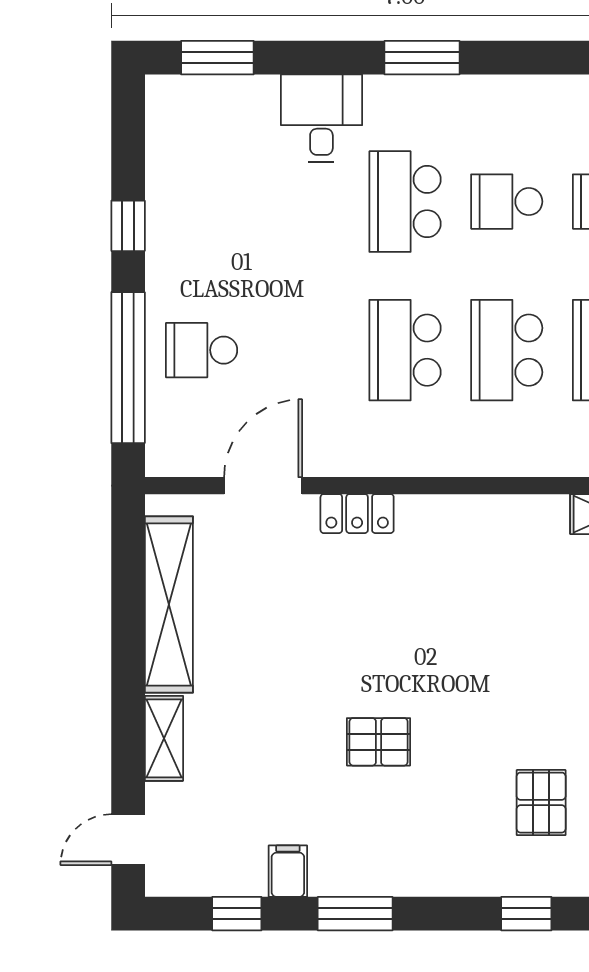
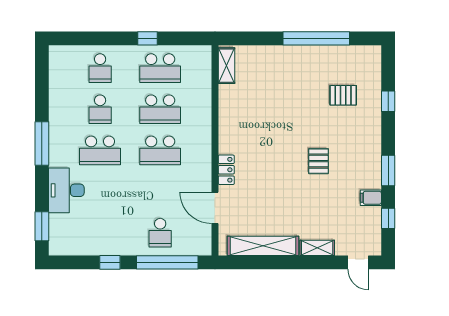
window: (422, 58) -> (42, 143), width x1.44
desk: (321, 118) -> (66, 190), width x1.37

